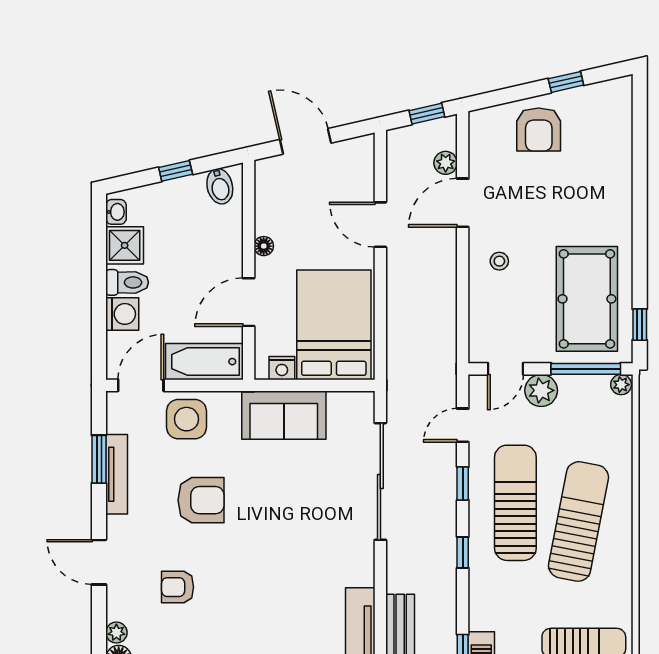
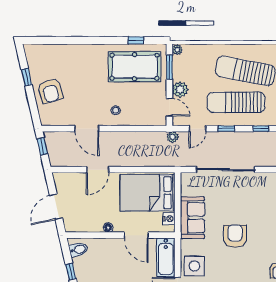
armchair: (539, 129) -> (50, 91), turned 73
plant: (446, 163) -> (173, 137), moved
window: (640, 325) -> (136, 40), moved
window: (586, 369) -> (169, 67), width x0.69
door: (463, 425) -> (197, 129), hinge flipped
armchair: (201, 500) -> (235, 236), moved

